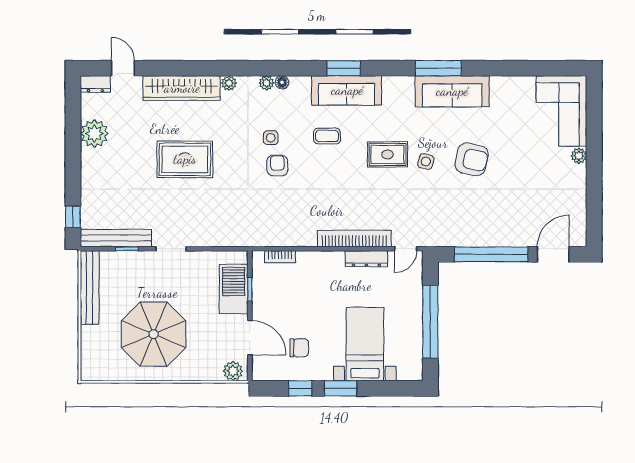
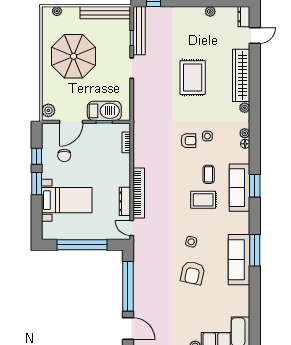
plant: (94, 134) -> (210, 12), width x0.53, depth x0.53
rug: (388, 154) -> (203, 200), moved, turned 90
plant: (87, 359) -> (57, 11), added

